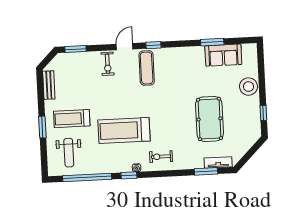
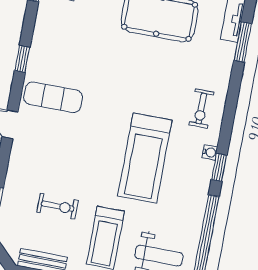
window: (153, 45) -> (22, 59), moved
exercise bike: (108, 64) -> (58, 206), moved

